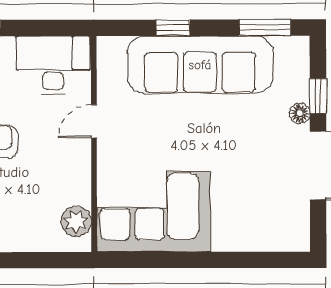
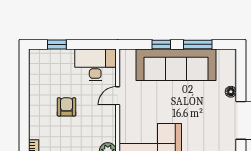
window: (265, 28) -> (198, 44), moved
window: (318, 96) -> (241, 82), removed

